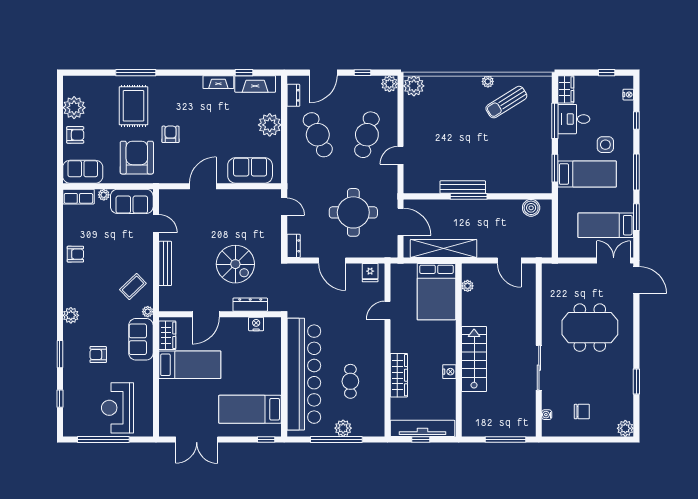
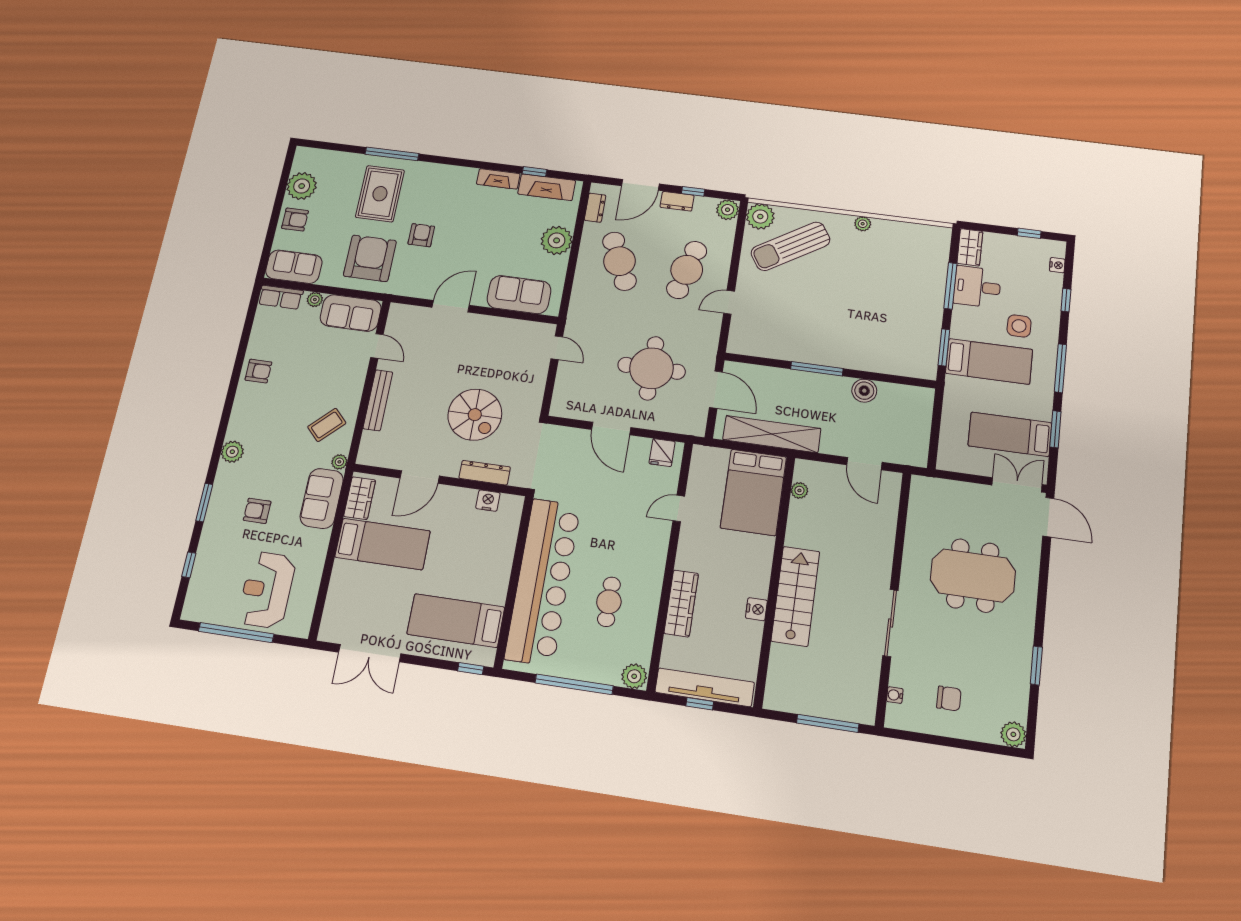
sun lounger: (506, 102) -> (791, 246), moved, width x1.36, depth x1.34
bench: (463, 187) -> (810, 355), removed
boiler: (531, 208) -> (864, 391), moved
dresser: (294, 246) -> (677, 201), moved, turned 90
plant: (343, 428) -> (634, 676), moved

